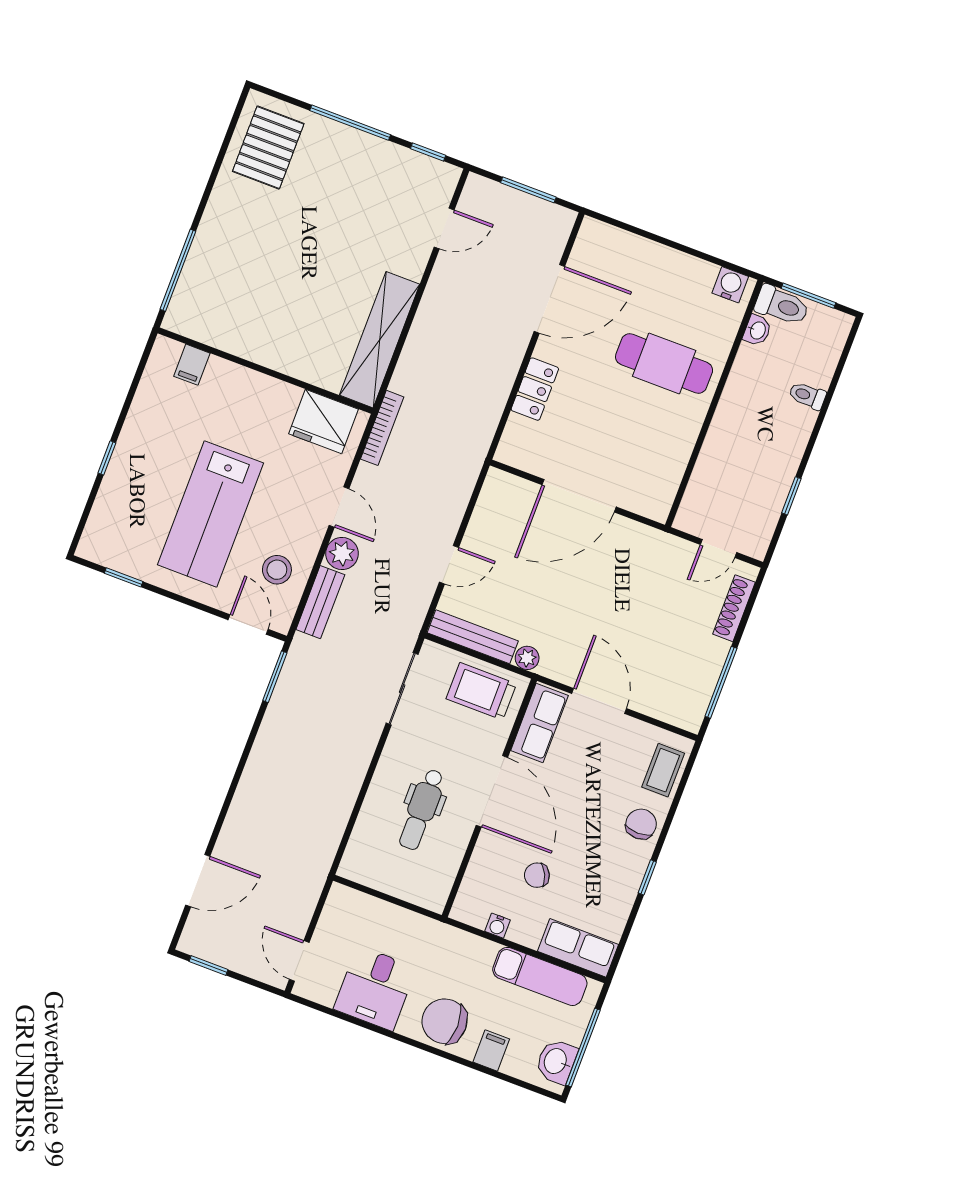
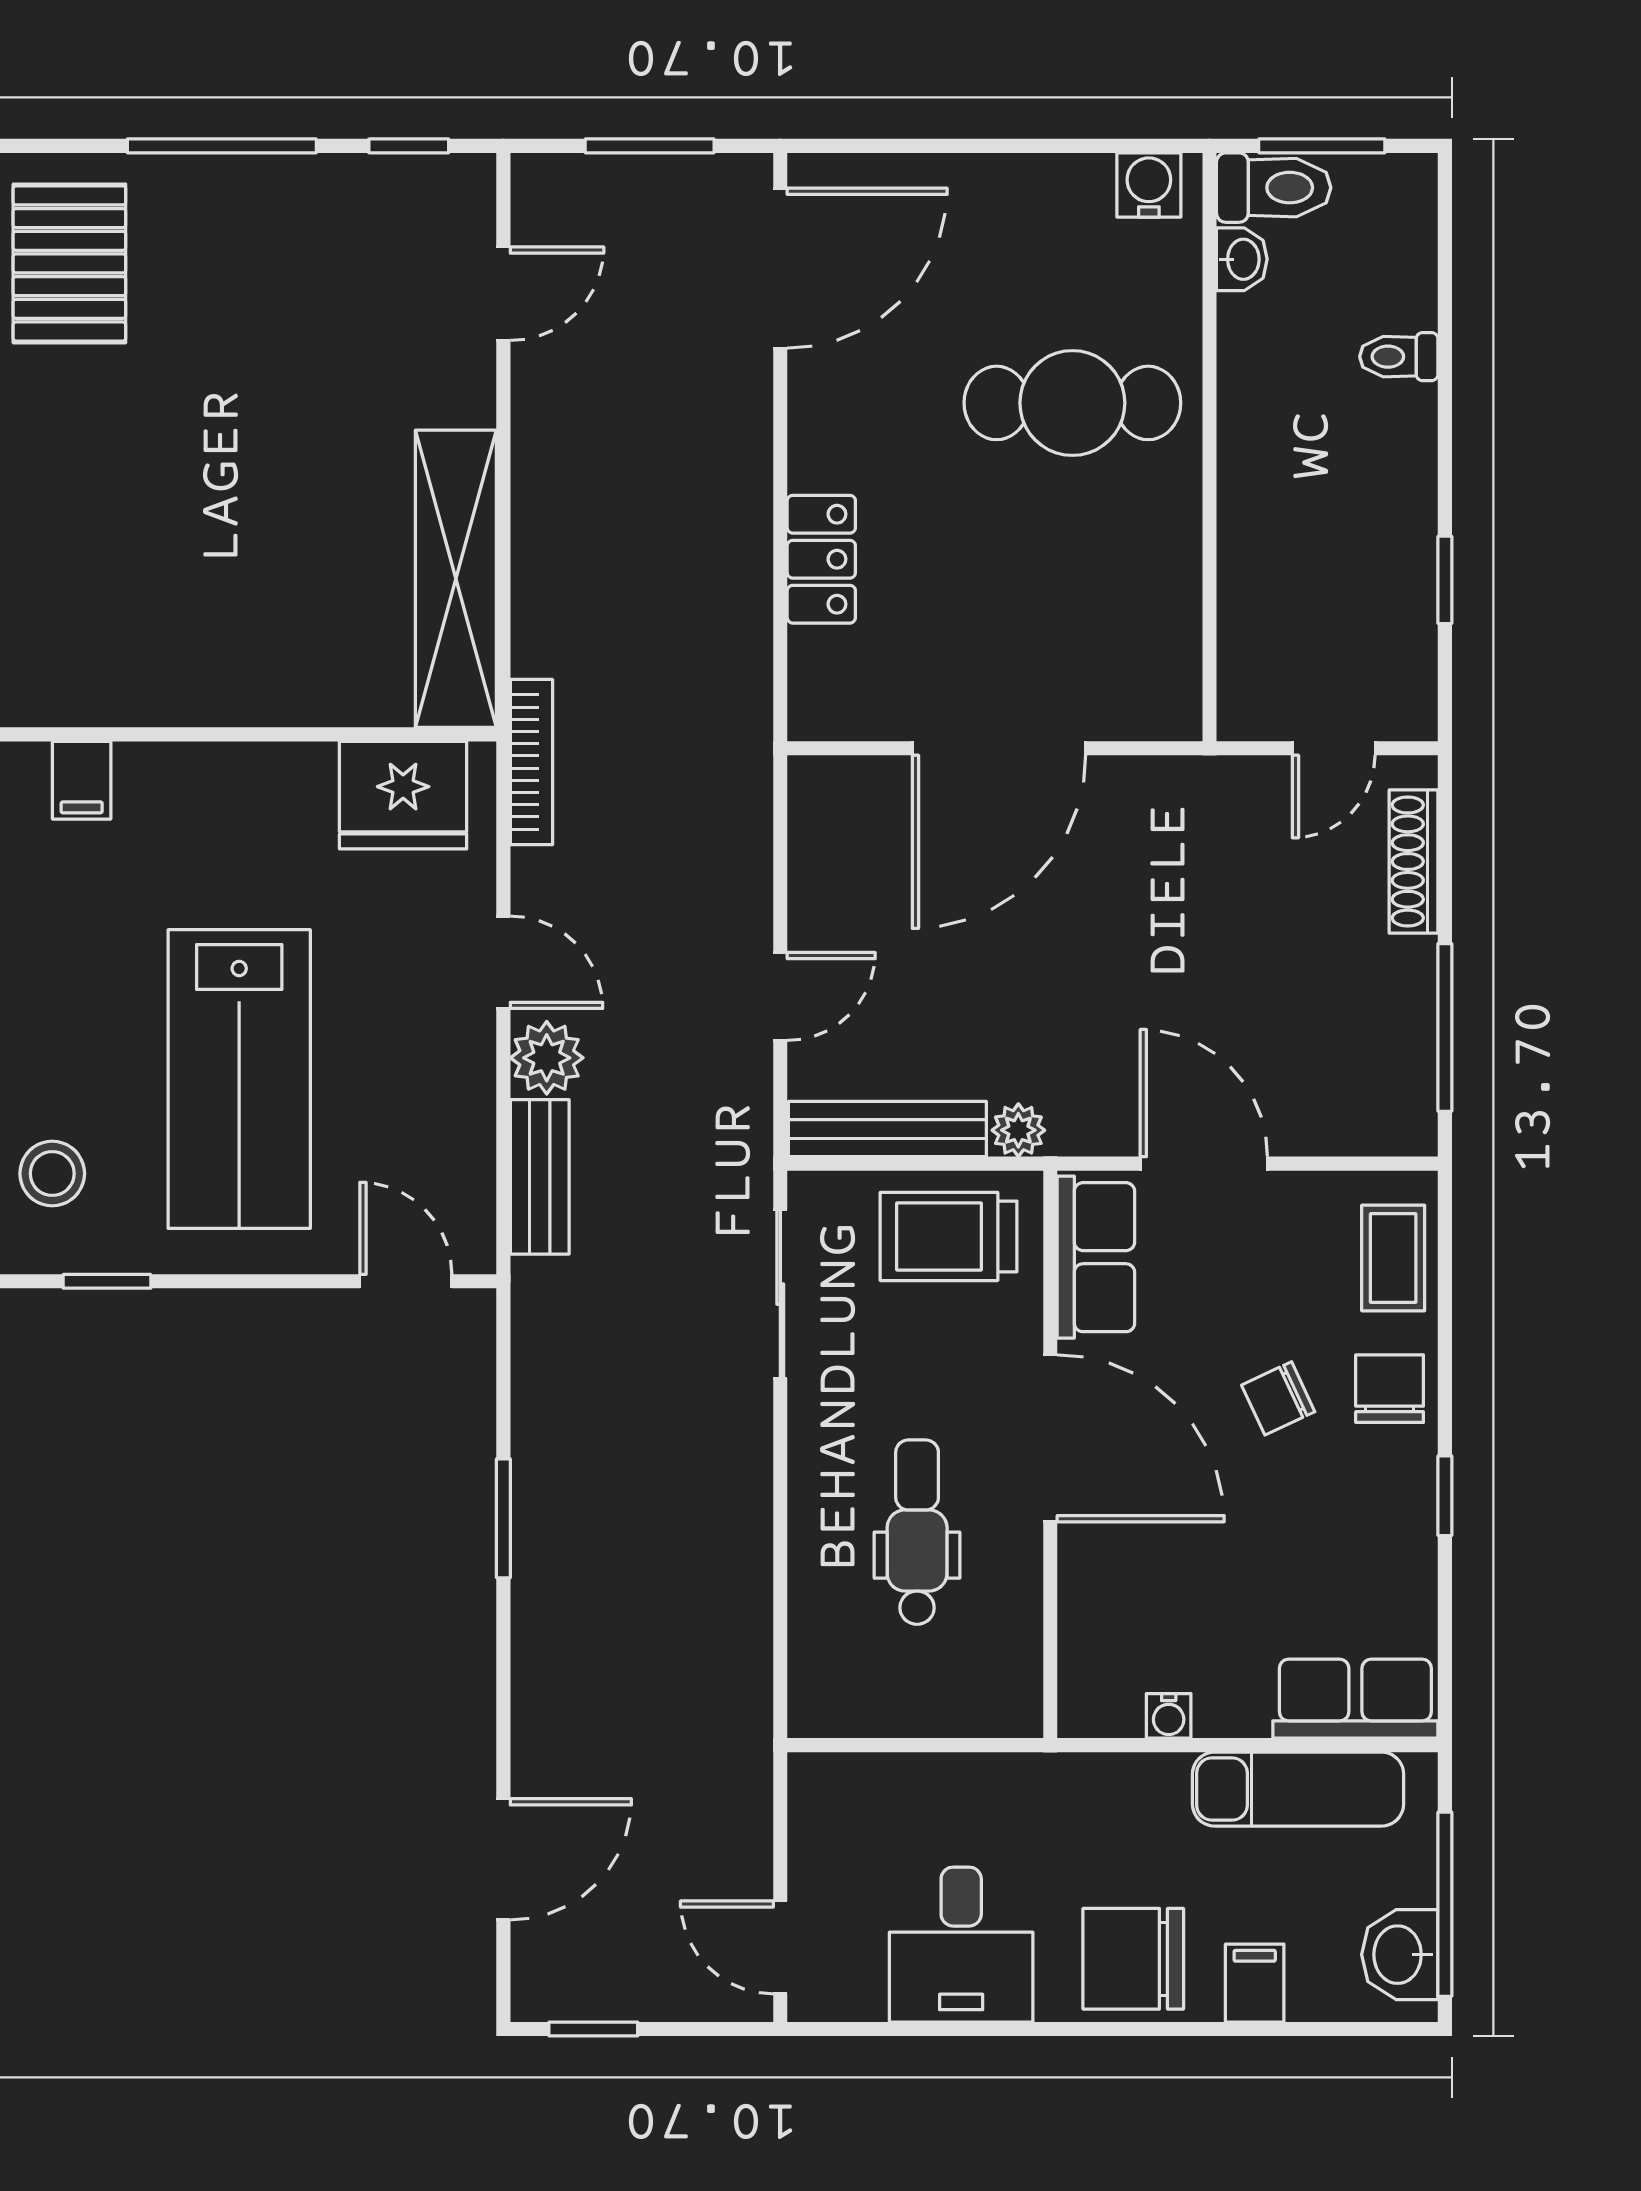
door: (549, 299) -> (780, 268), moved
stool: (277, 570) -> (52, 1174), moved
window: (275, 677) -> (503, 1518), moved
dental chair: (422, 809) -> (917, 1532), turned 180
chair: (537, 875) -> (1278, 1398), moved

